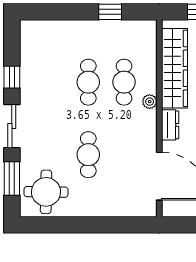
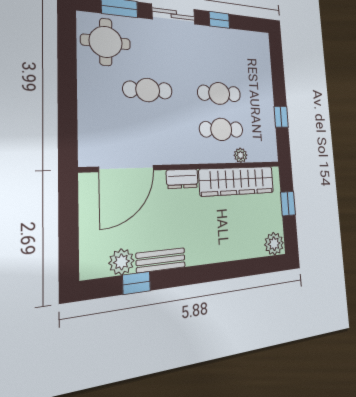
plant: (150, 102) -> (241, 155), moved

